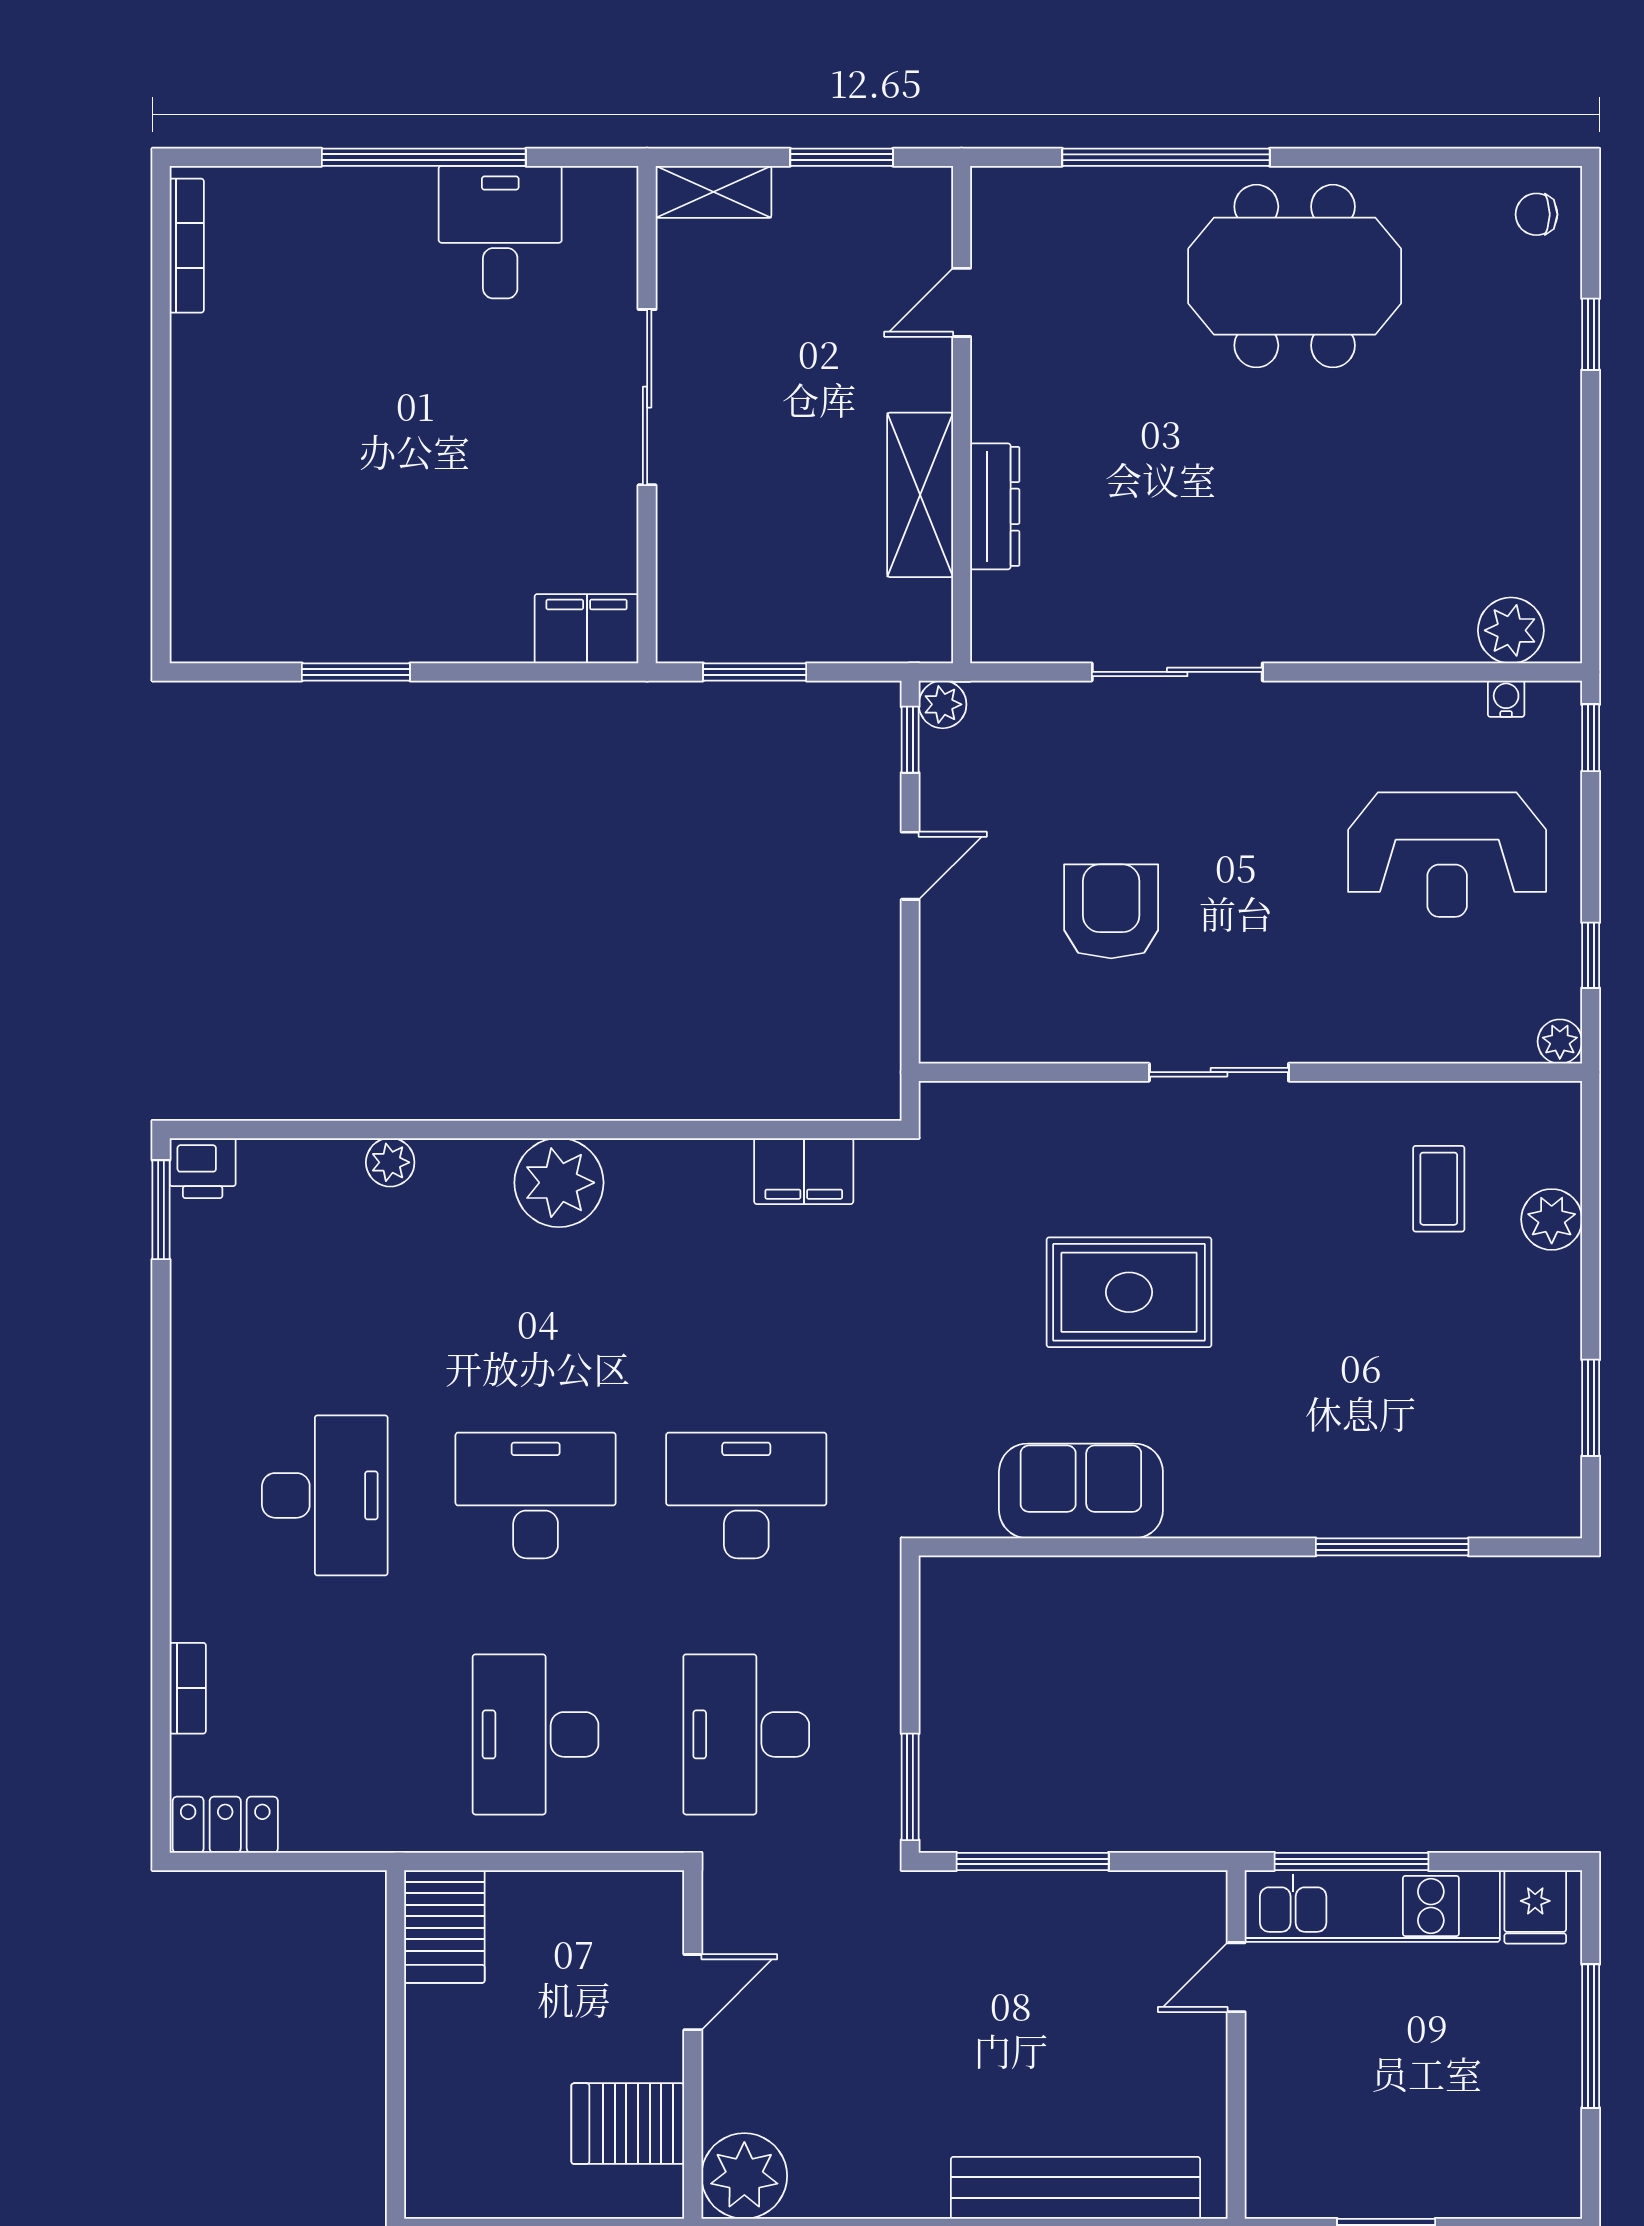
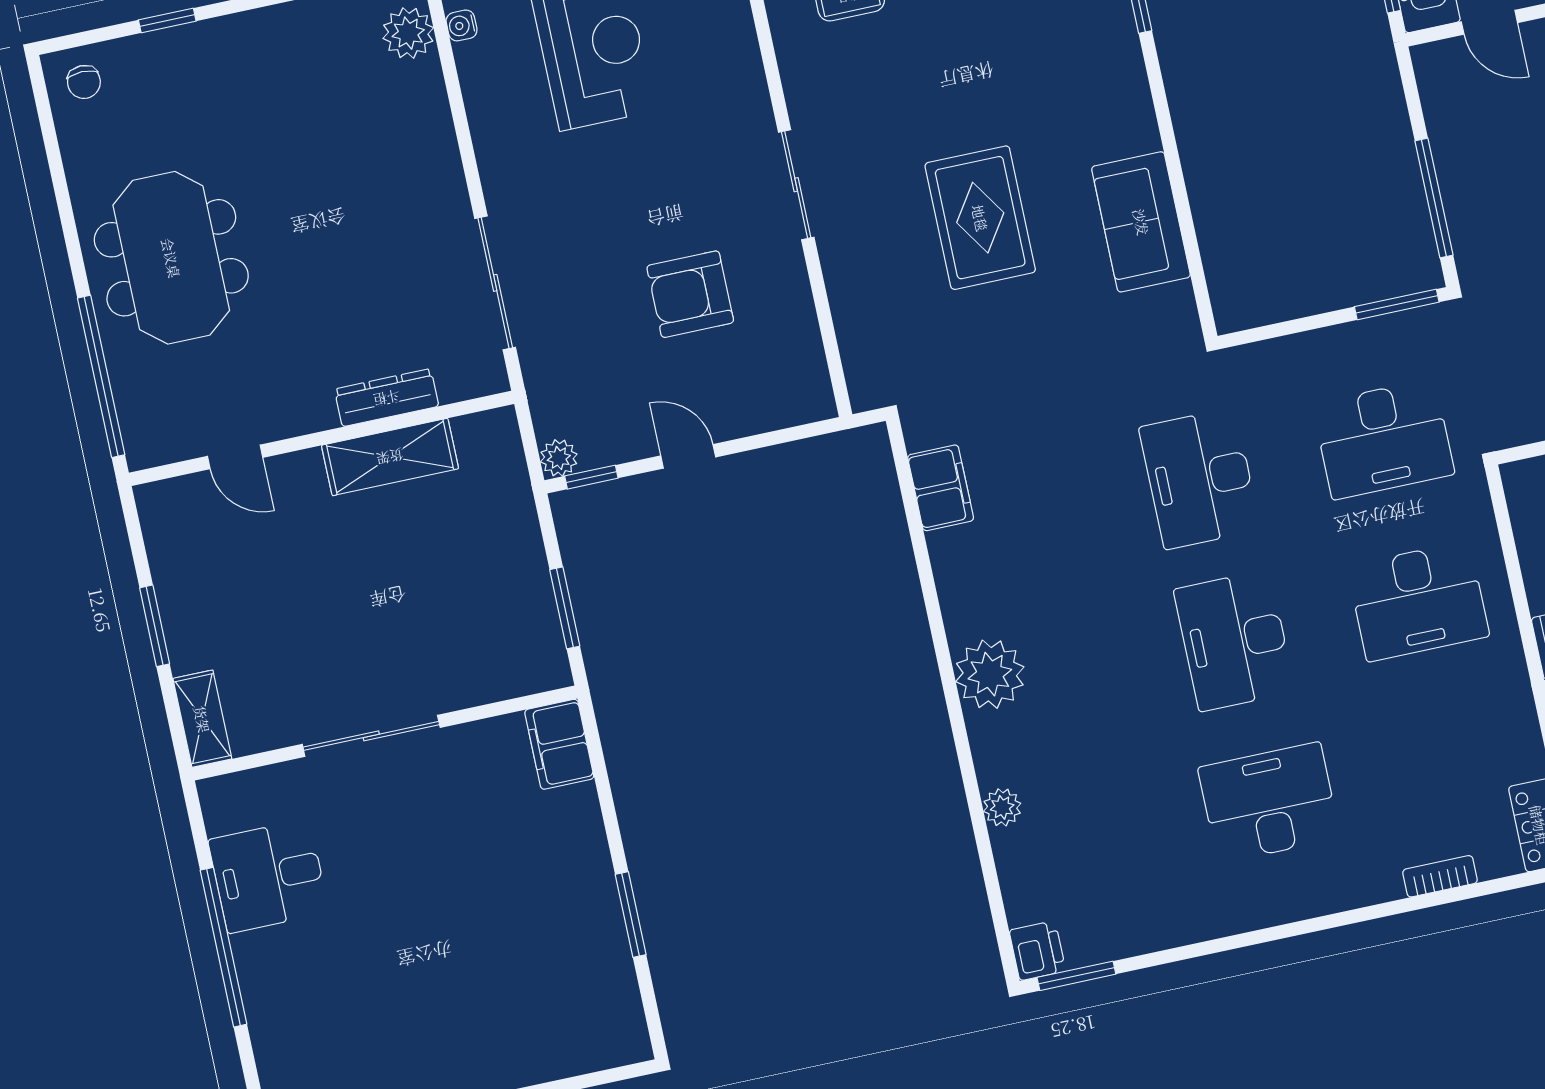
door: (962, 302) -> (235, 457), moved
wall: (962, 415) -> (321, 438), moved
shelving: (920, 495) -> (390, 457), moved
dresser: (995, 506) -> (387, 398), moved

